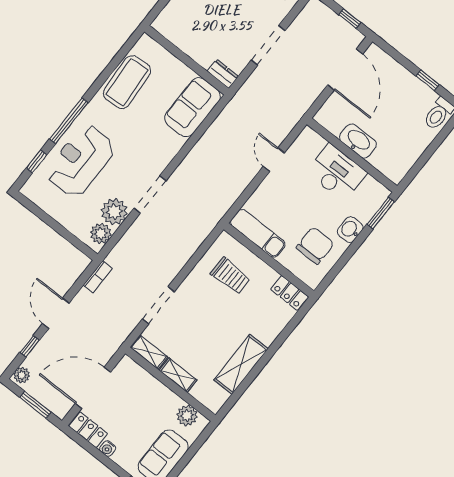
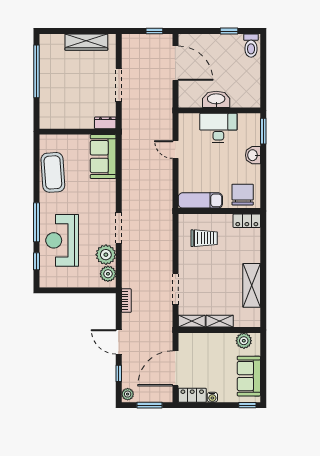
chair: (315, 246) -> (243, 195), moved

